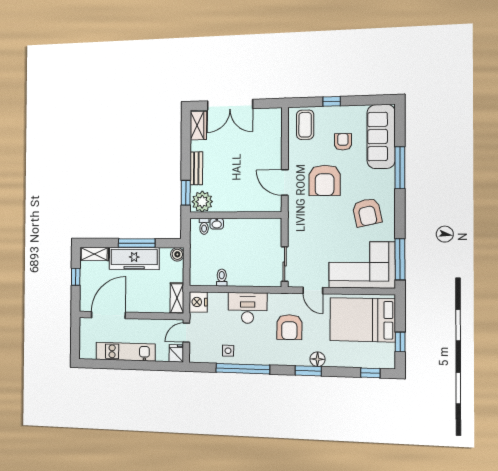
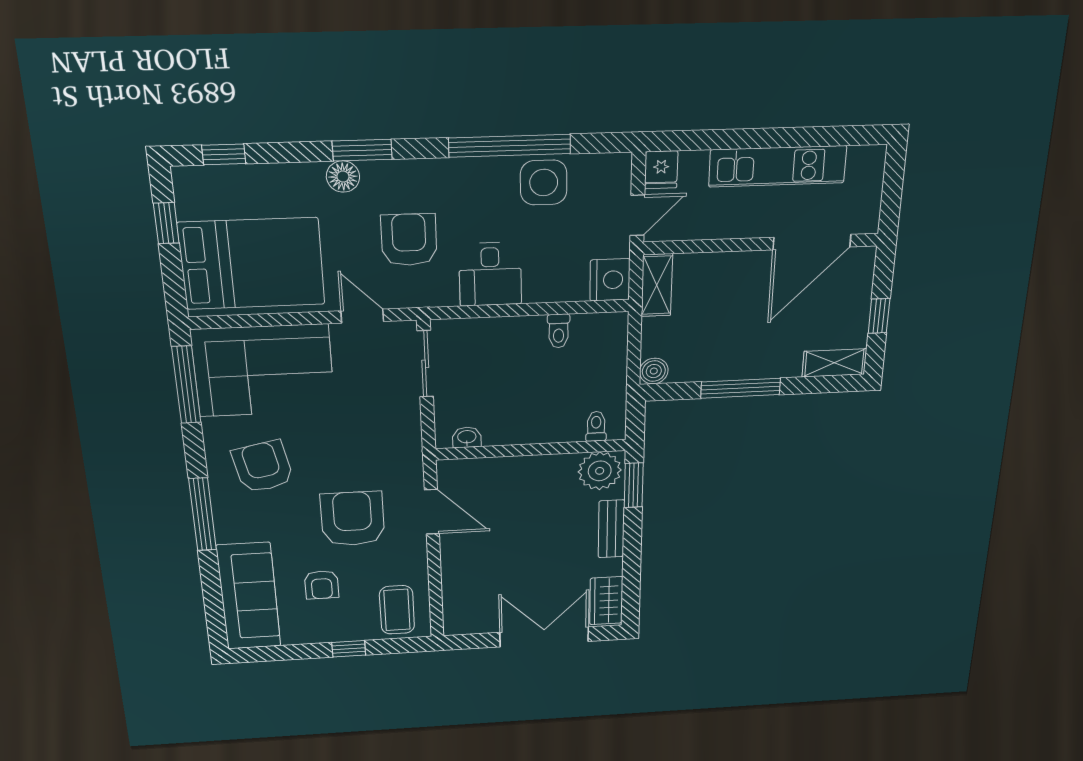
window: (400, 168) -> (203, 514), moved
washbasin: (217, 224) -> (467, 437), moved
freezer: (134, 259) -> (748, 358), removed
desk: (248, 308) -> (490, 274), width x0.73
side table: (228, 351) -> (544, 182), width x1.87, depth x1.87

